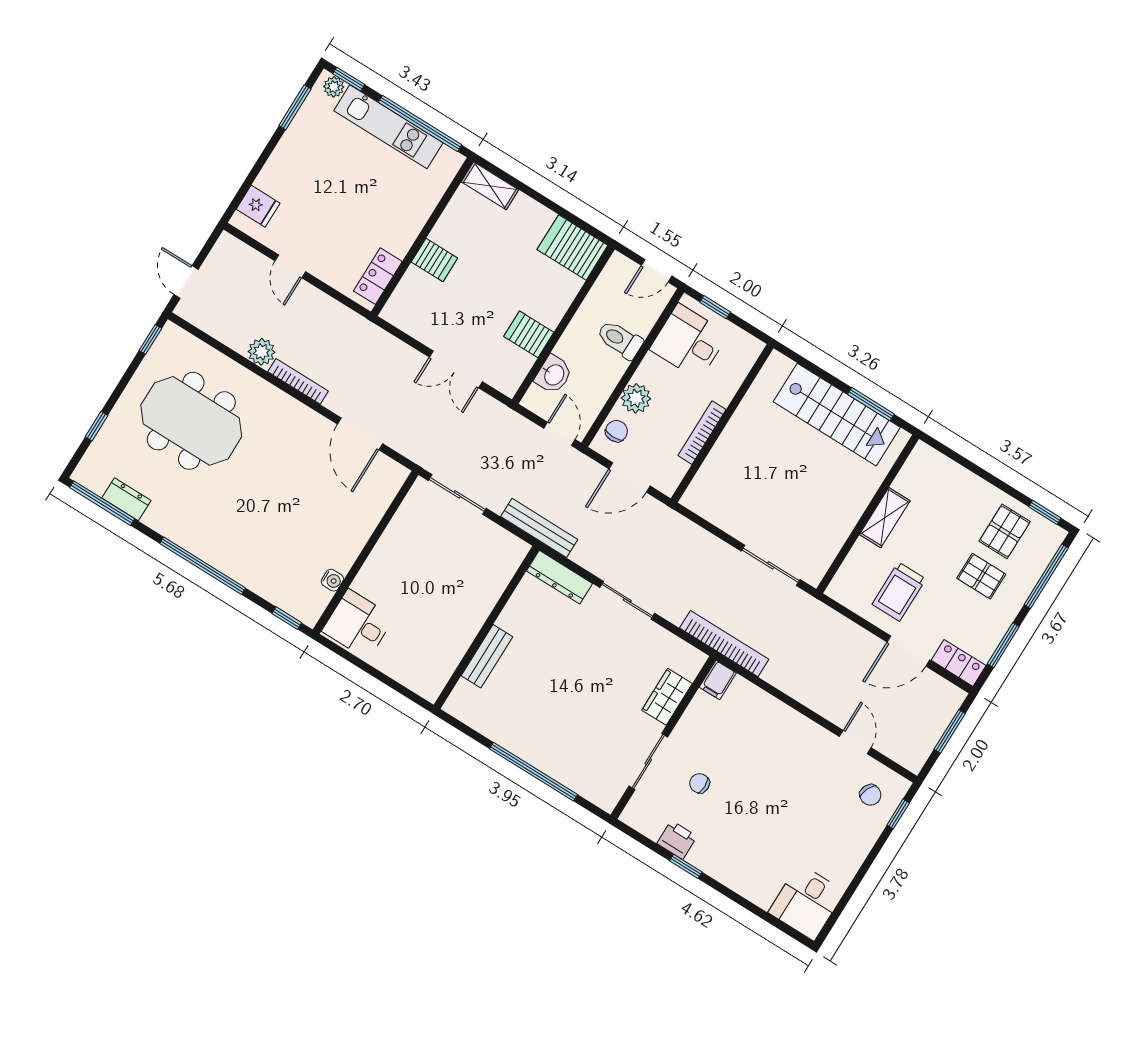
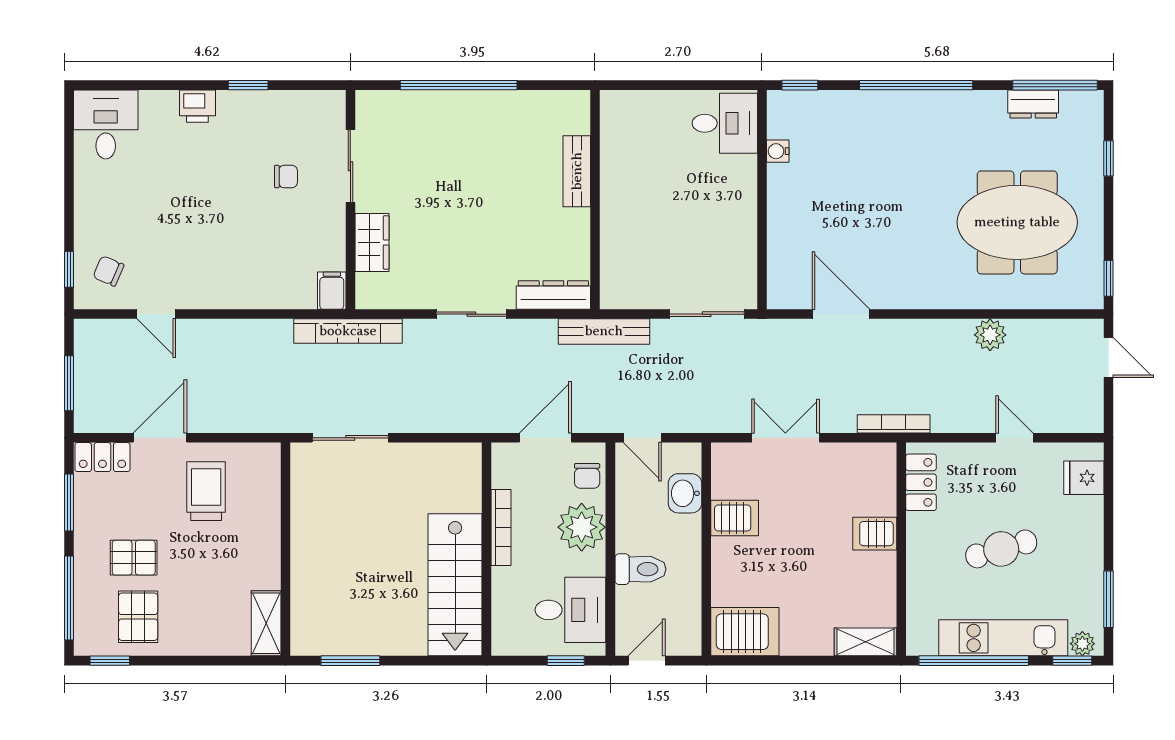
cafe table: (350, 192) -> (1001, 549), added
bookcase: (298, 381) -> (894, 424), moved, turned 180
plant: (636, 398) -> (582, 527), width x1.36, depth x1.36
stairs: (837, 415) -> (455, 585), moved, turned -90
shelving: (885, 518) -> (266, 623), moved
printer: (677, 840) -> (197, 106), moved

